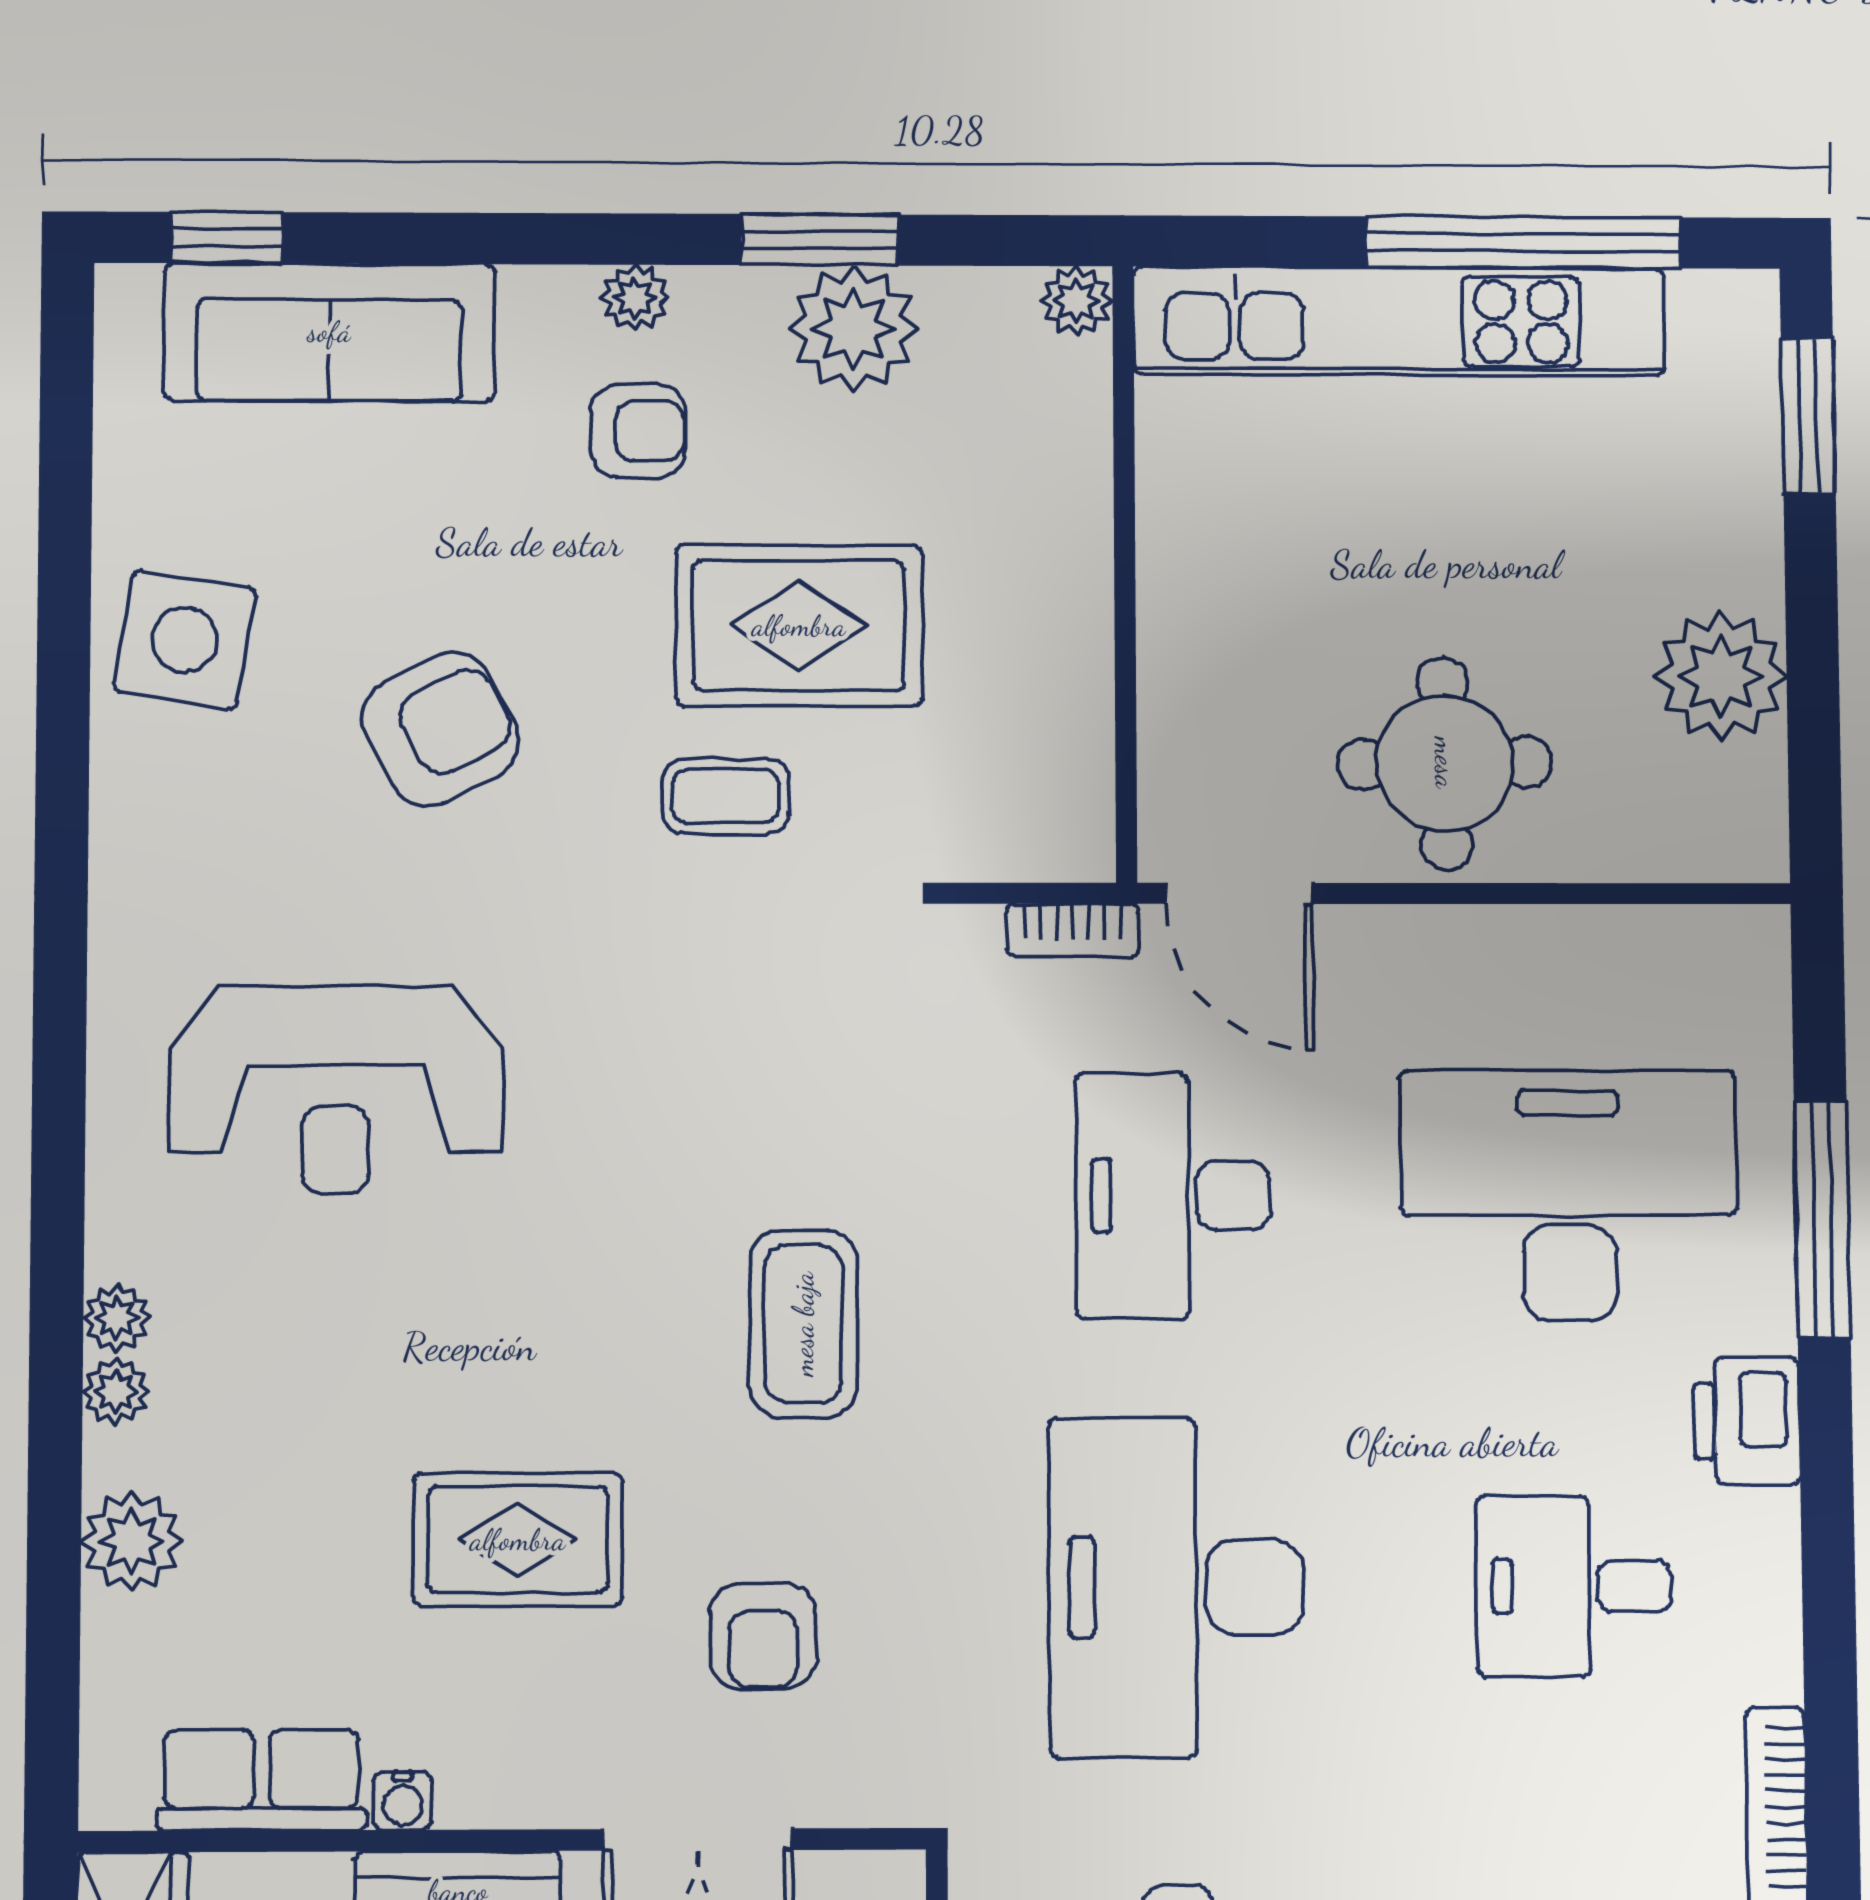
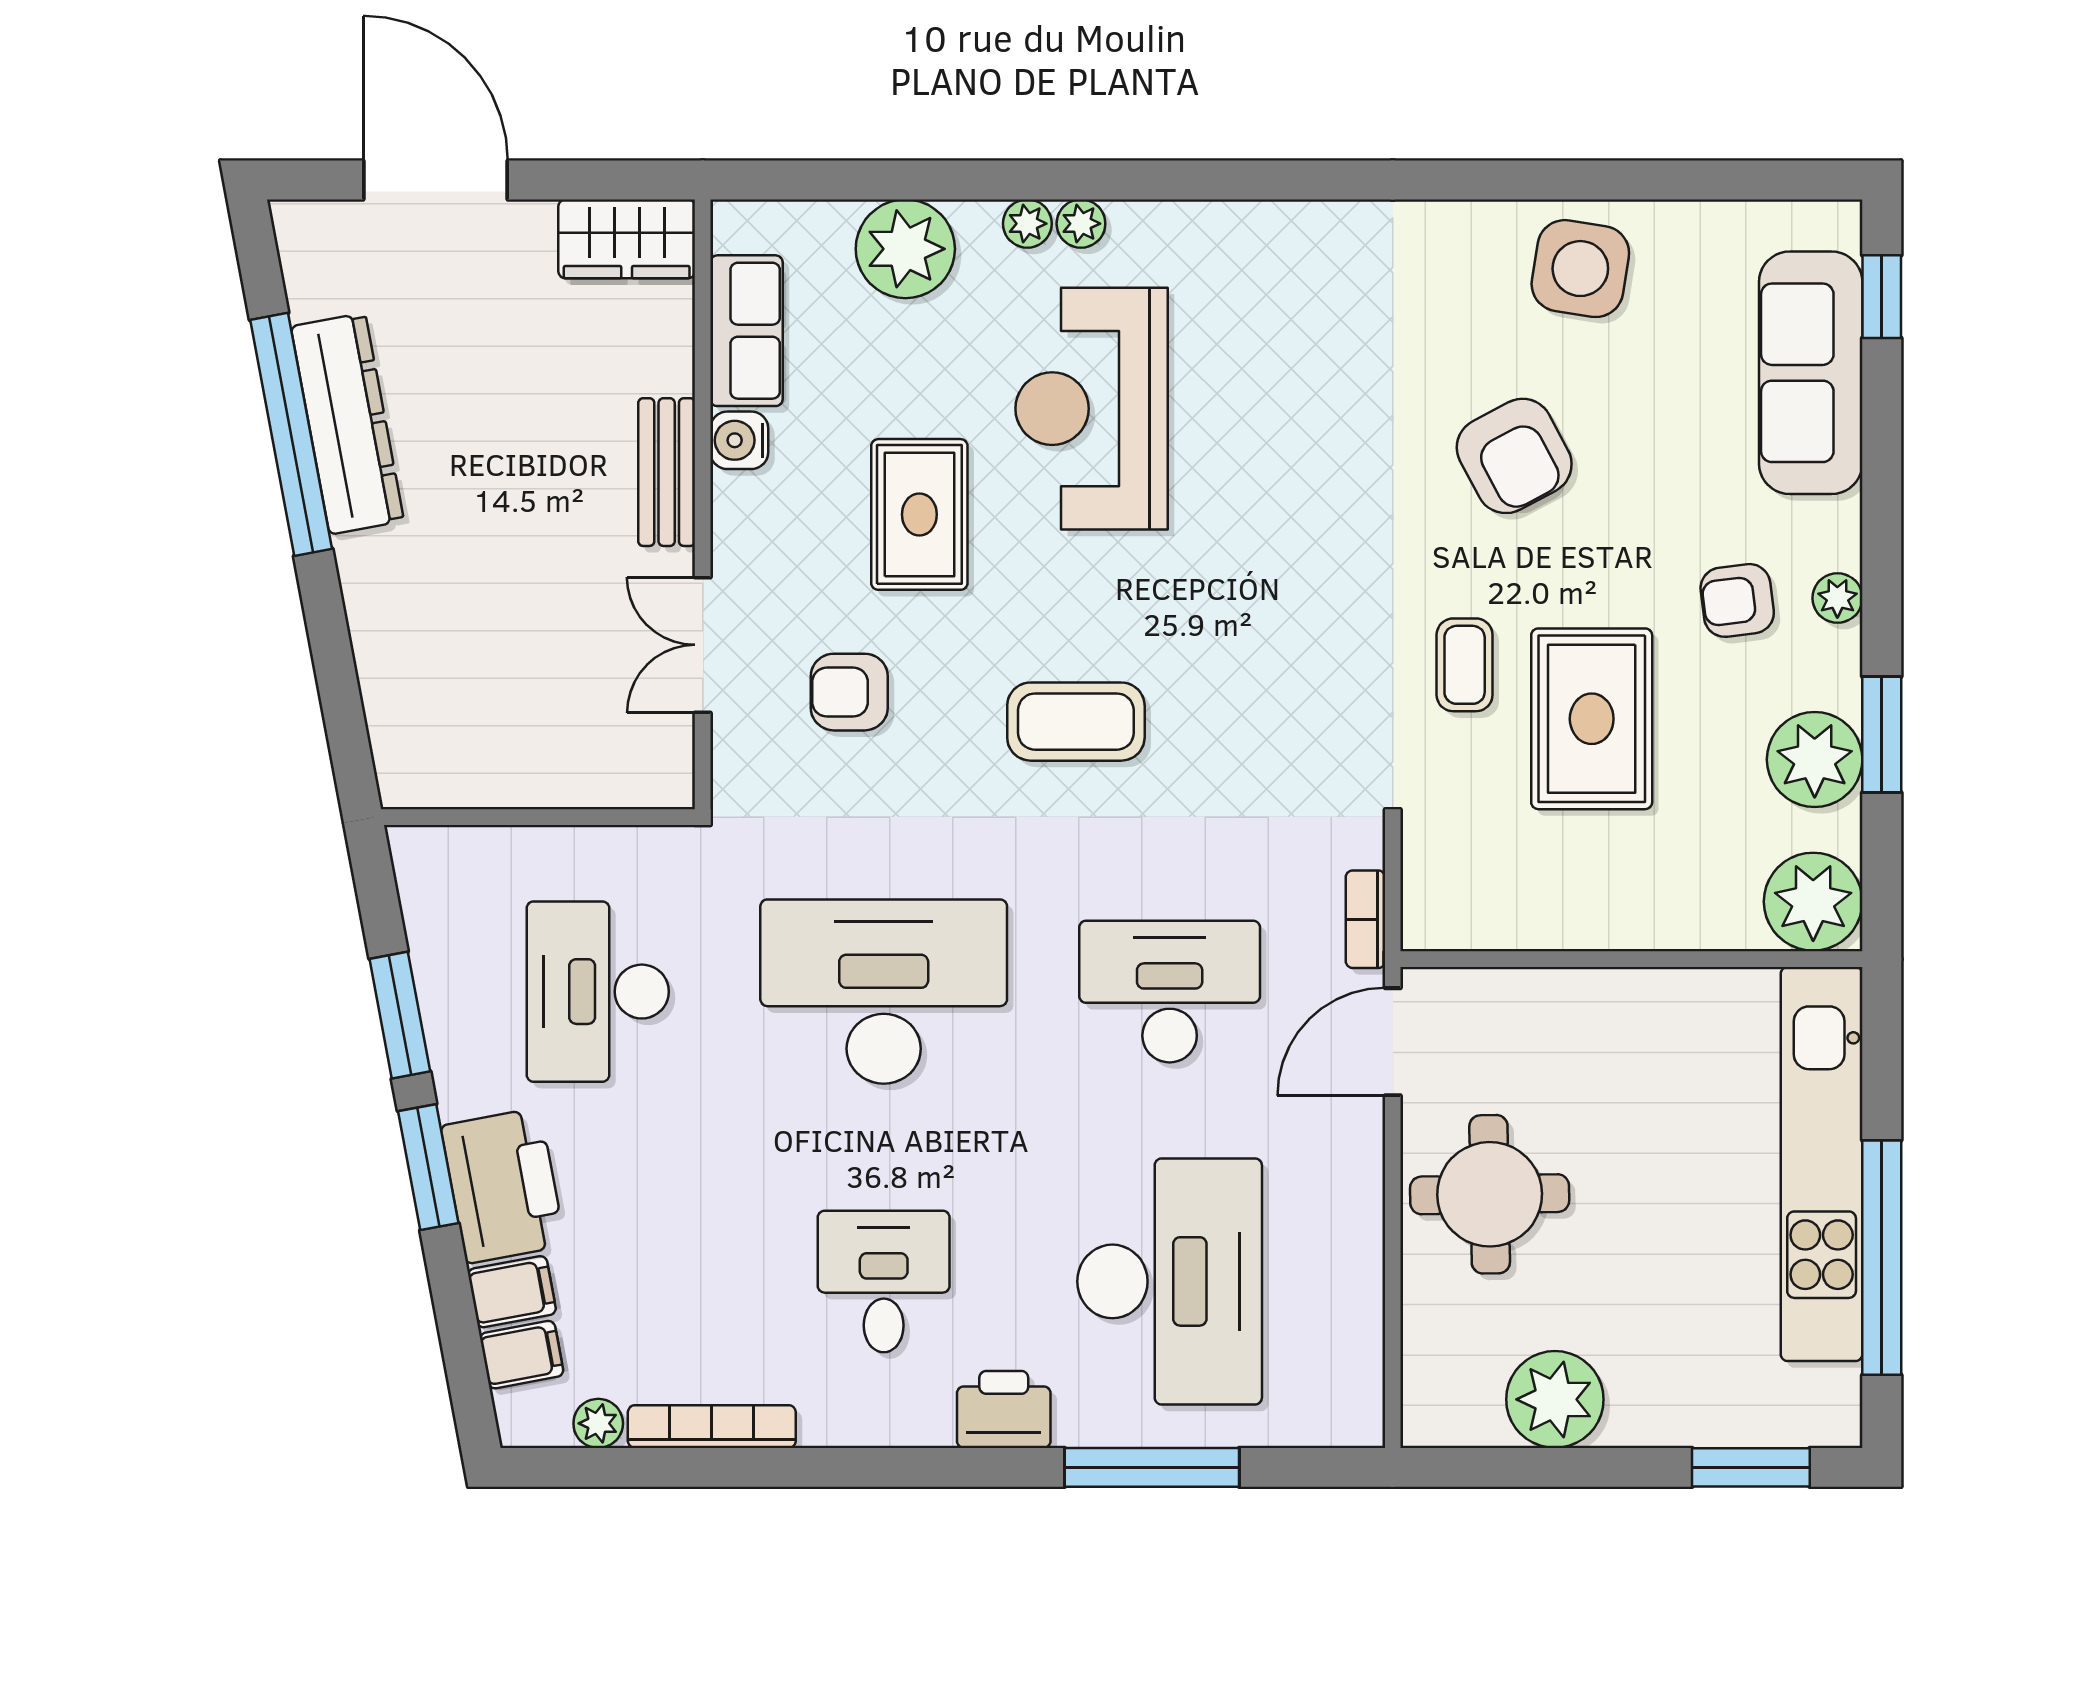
plant: (1076, 301) -> (1813, 902), width x1.87, depth x1.87
armchair: (638, 431) -> (1737, 600), turned 83
reception desk: (336, 1089) -> (1092, 409), moved
plant: (131, 1542) -> (905, 249), width x1.36, depth x1.36
water cooler: (403, 1801) -> (739, 440), width x1.38, depth x1.38

